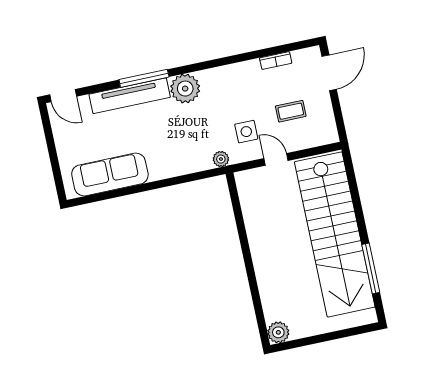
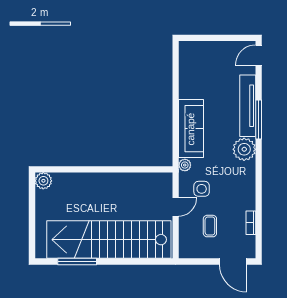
sofa: (110, 174) -> (191, 129), moved

